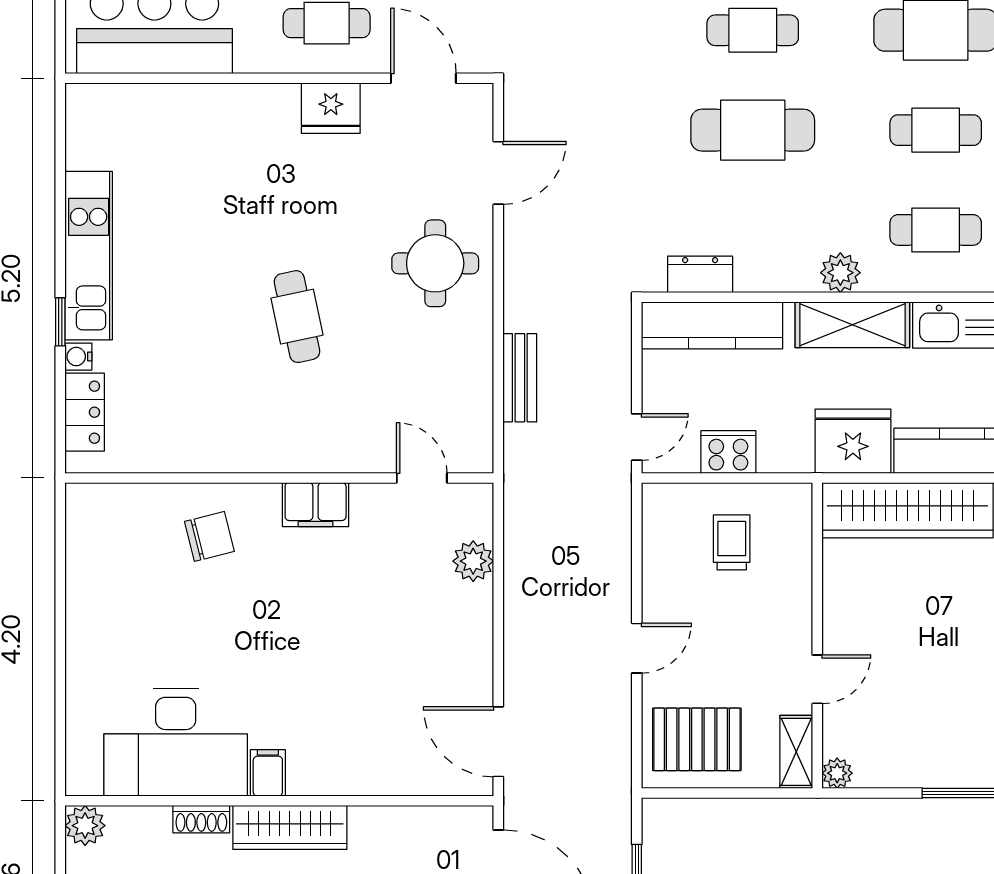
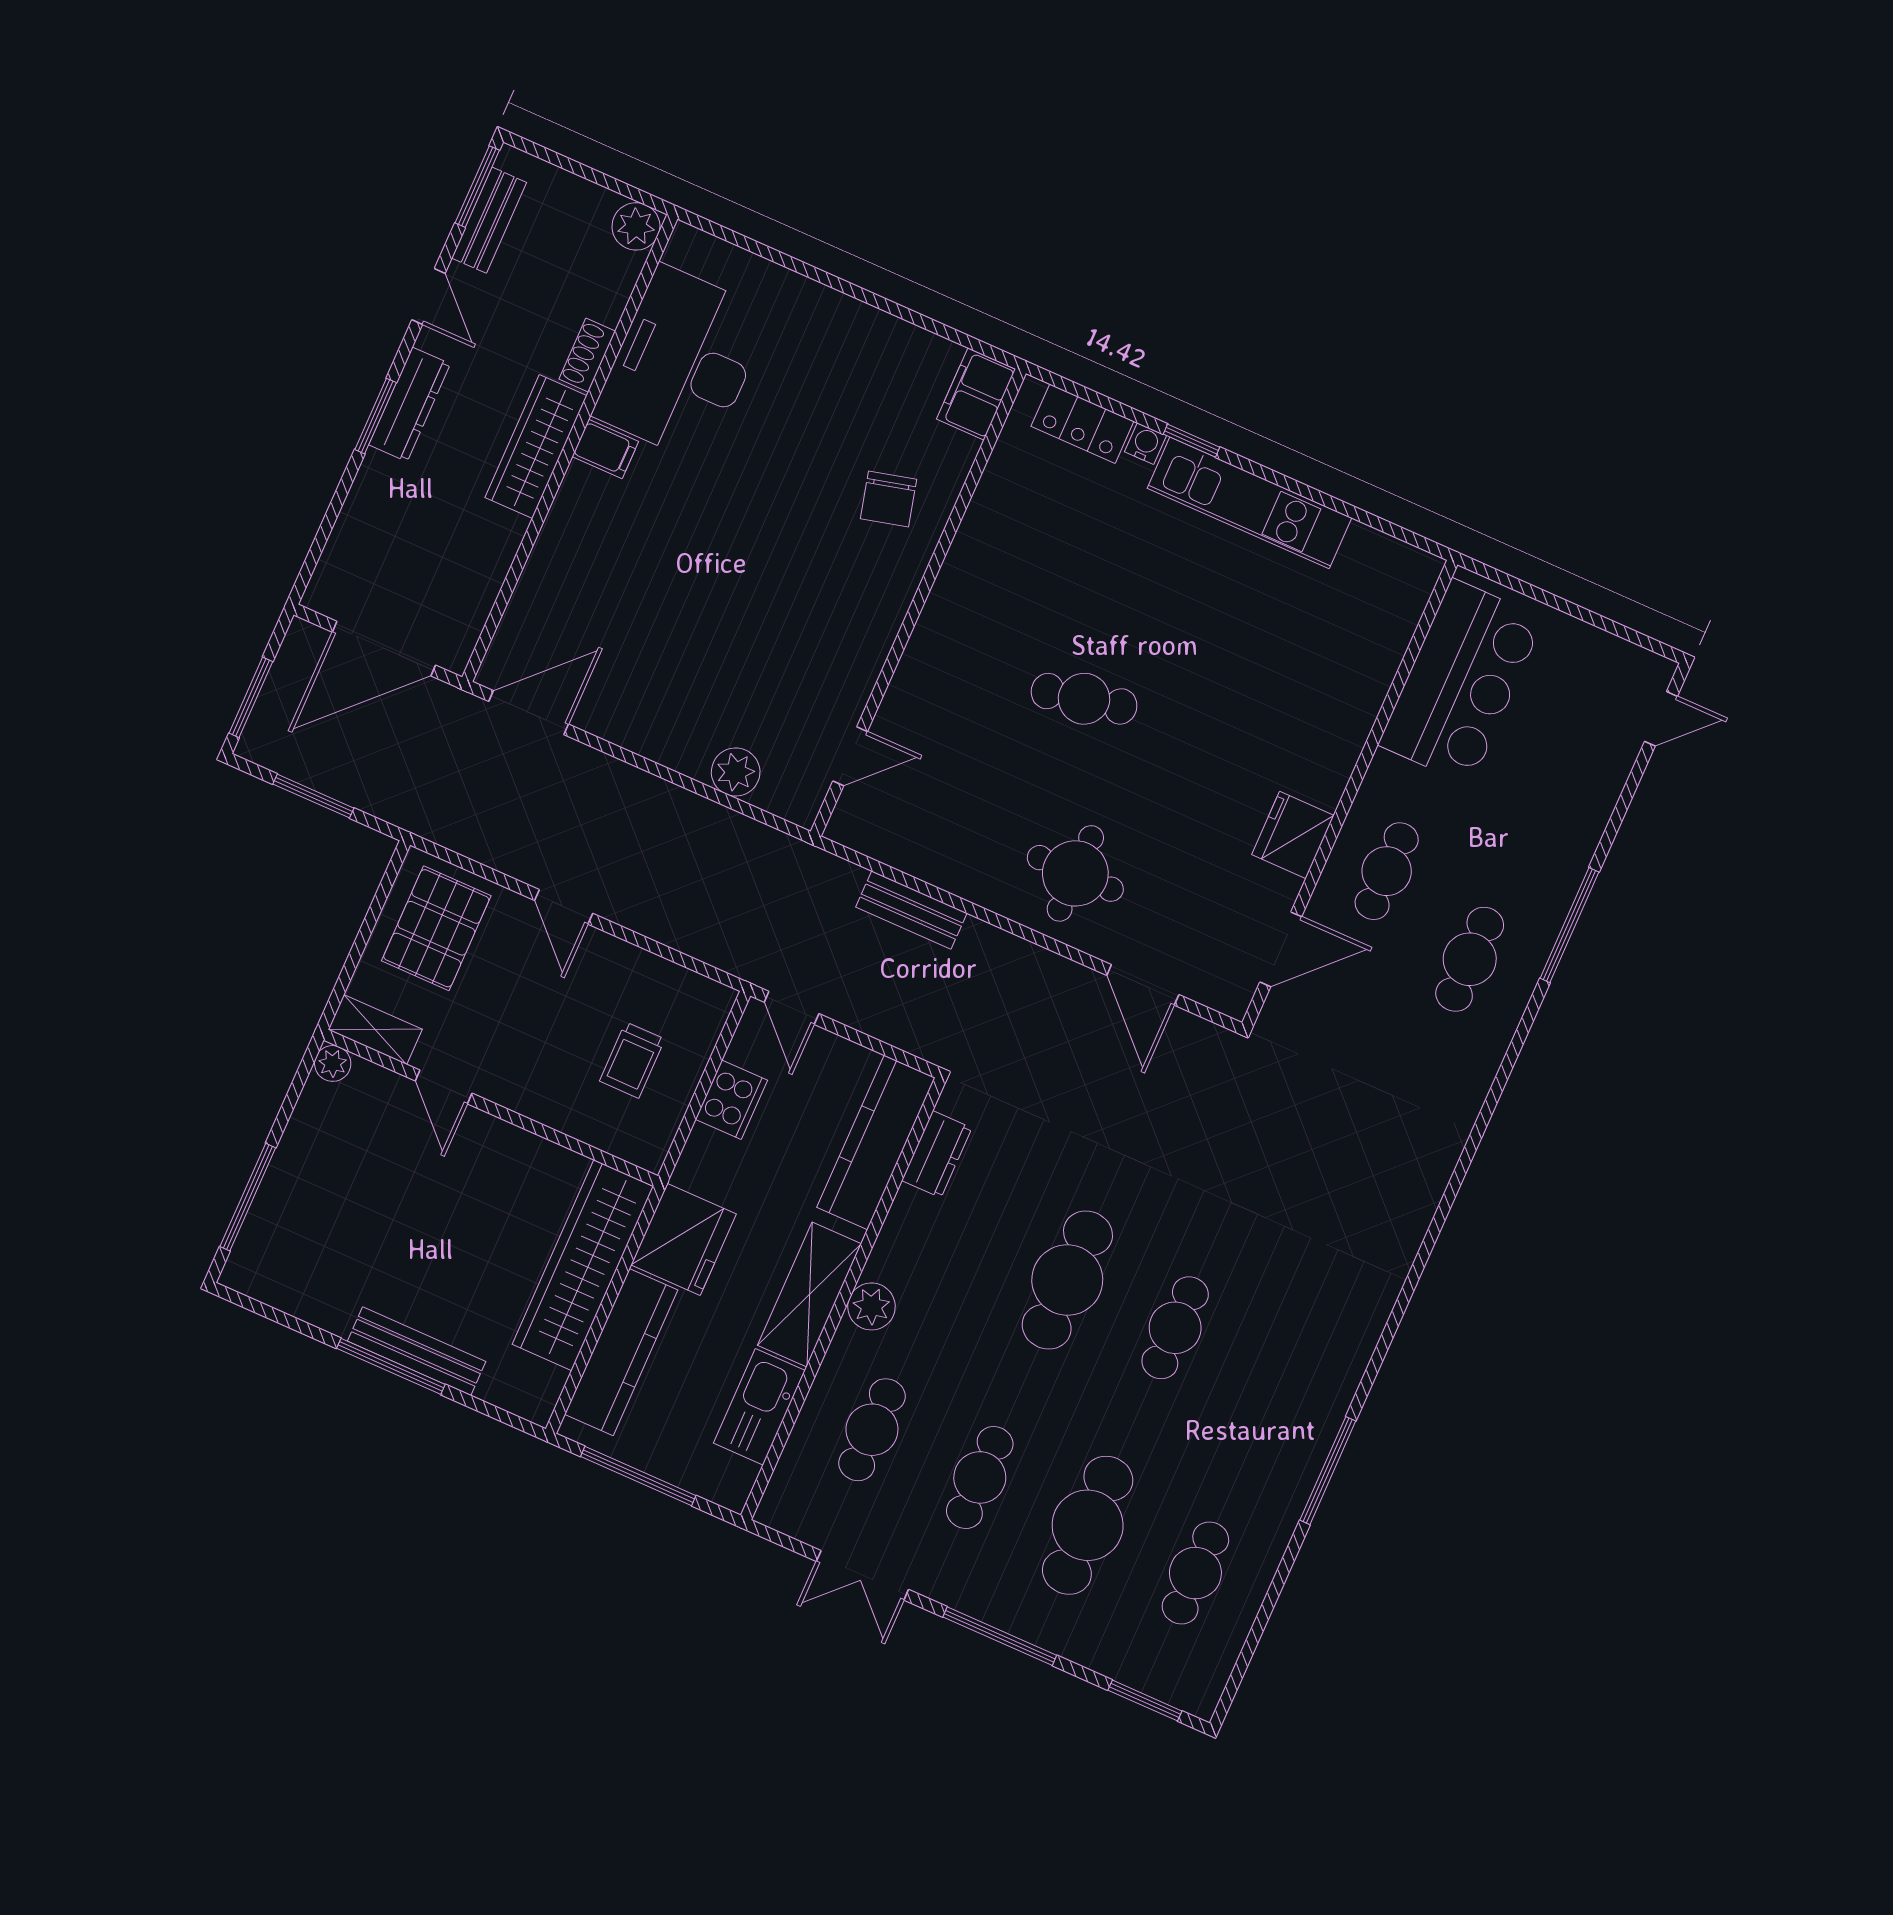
filing cabinet: (316, 505) -> (976, 394), moved
trolley: (732, 542) -> (632, 1060), turned 90

